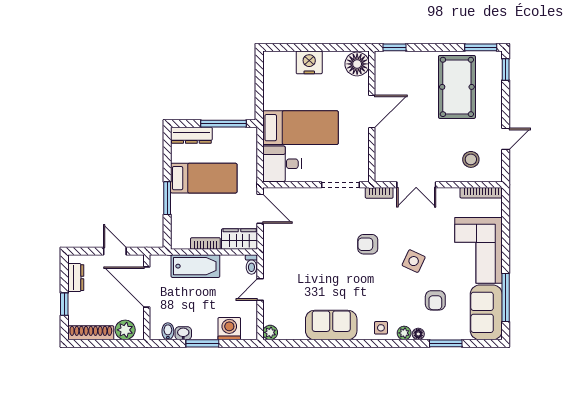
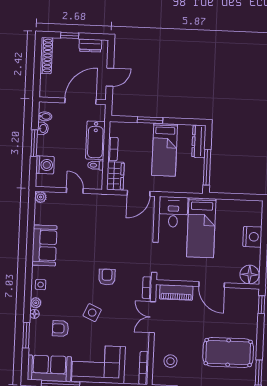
piano: (384, 156) -> (176, 293), added
toilet: (251, 265) -> (96, 165), moved
plant: (125, 330) -> (47, 83), removed

